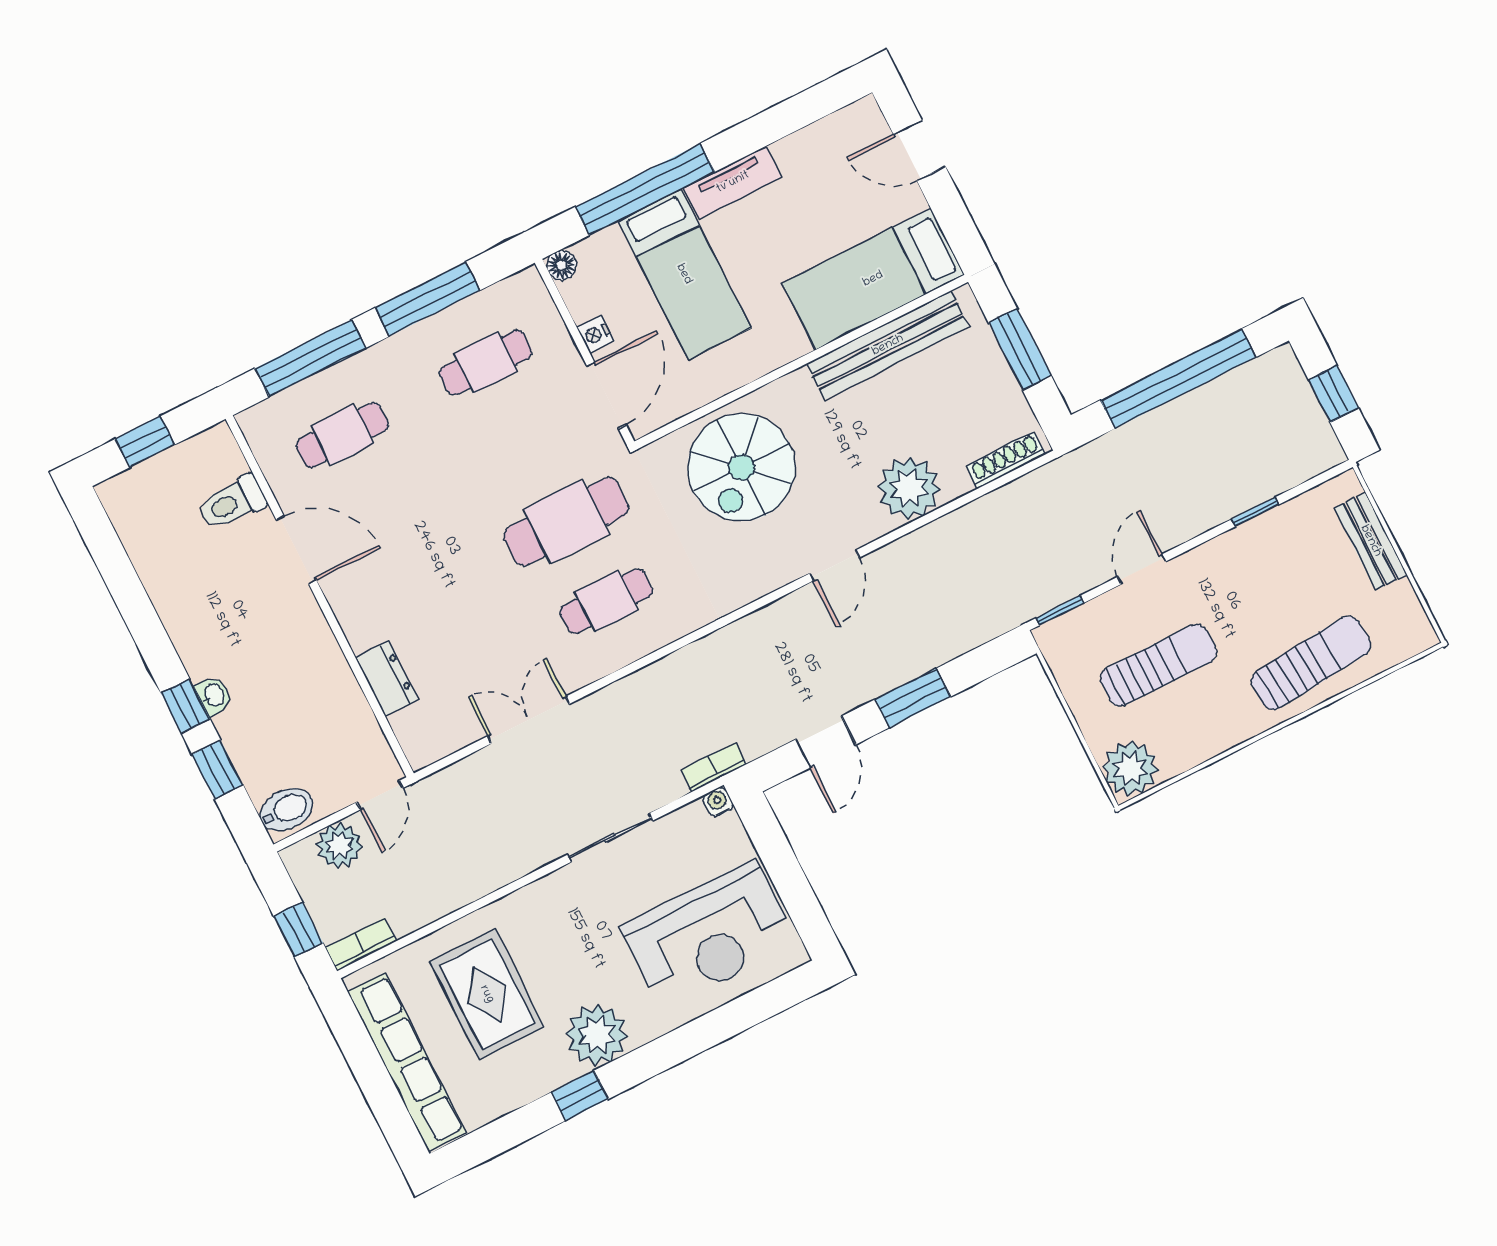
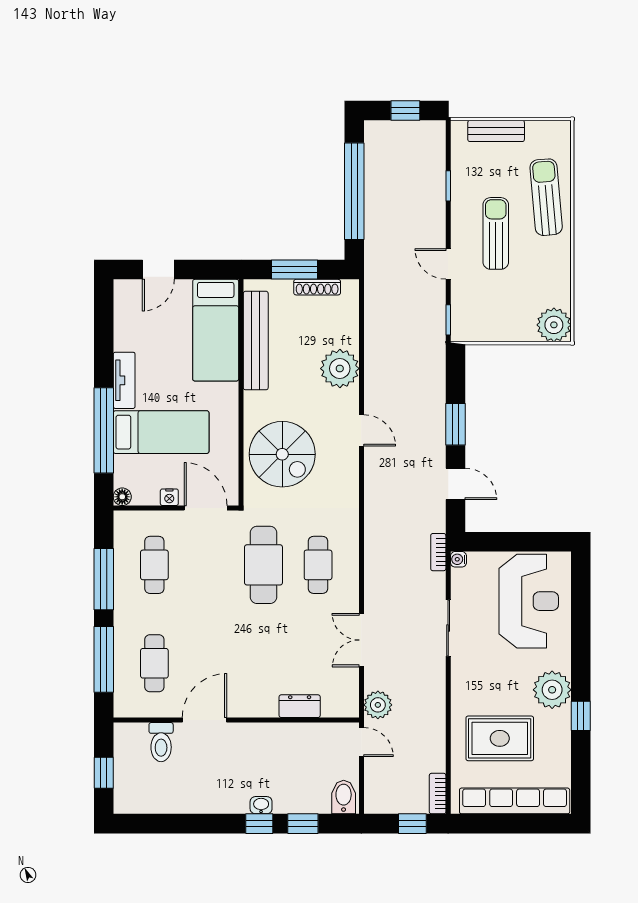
shoe rack: (1006, 460) -> (317, 287), moved, turned -90
sun lounger: (1158, 665) -> (496, 233), moved
plant: (339, 846) -> (378, 705), moved

